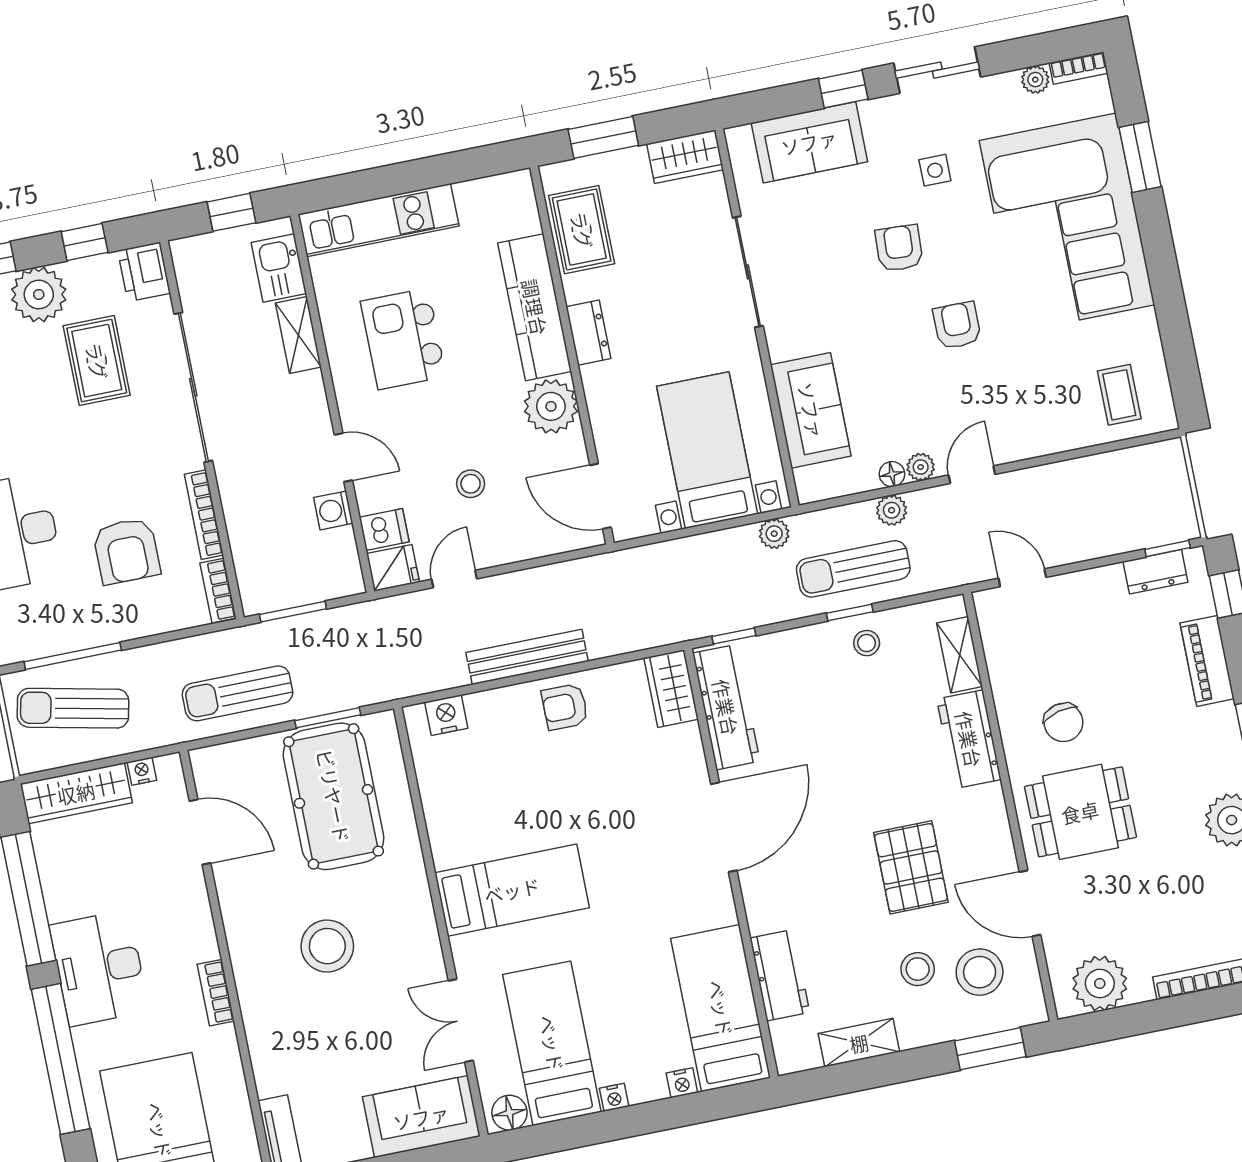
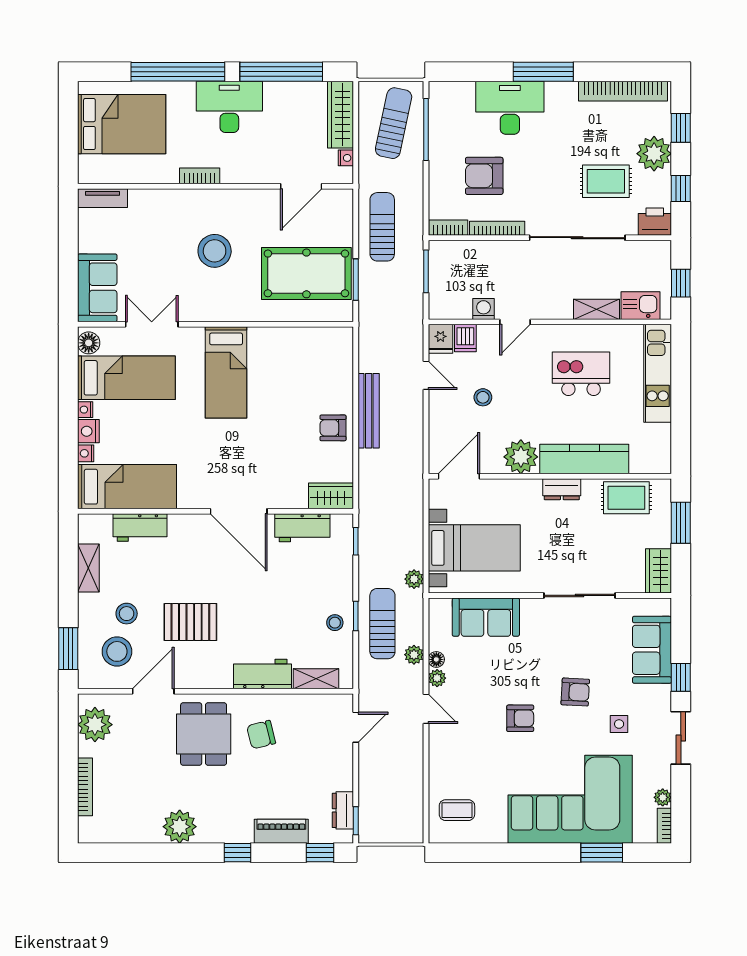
armchair: (565, 707) -> (333, 428), turned -90
workbench: (726, 707) -> (302, 528), width x0.73
nightstand: (446, 715) -> (88, 431), moved, turned 180

